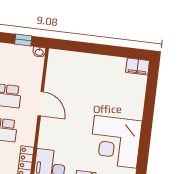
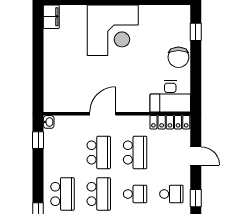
corner desk: (115, 142) -> (113, 30), moved

